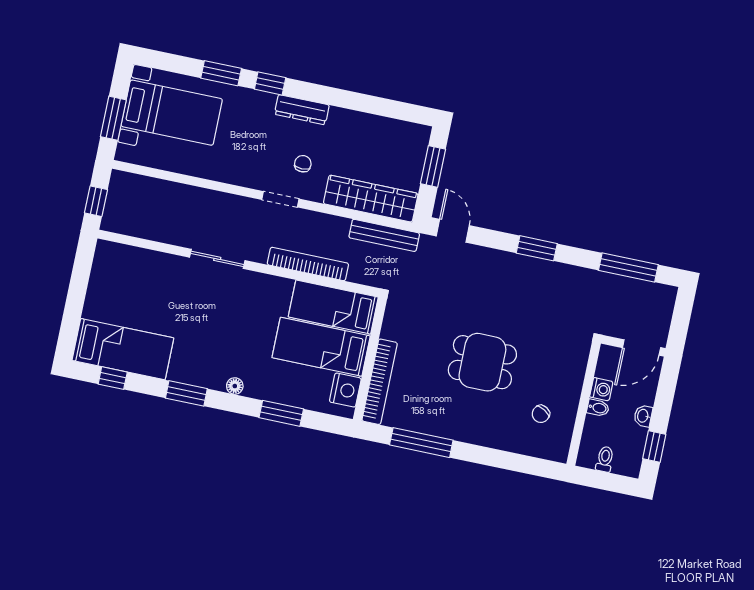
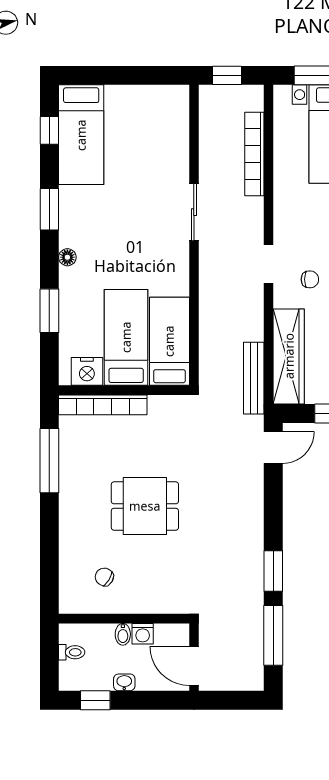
window: (537, 248) -> (273, 571), moved
bookcase: (308, 264) -> (254, 154), moved, turned 180
dining table: (482, 362) -> (145, 506), turned 90

